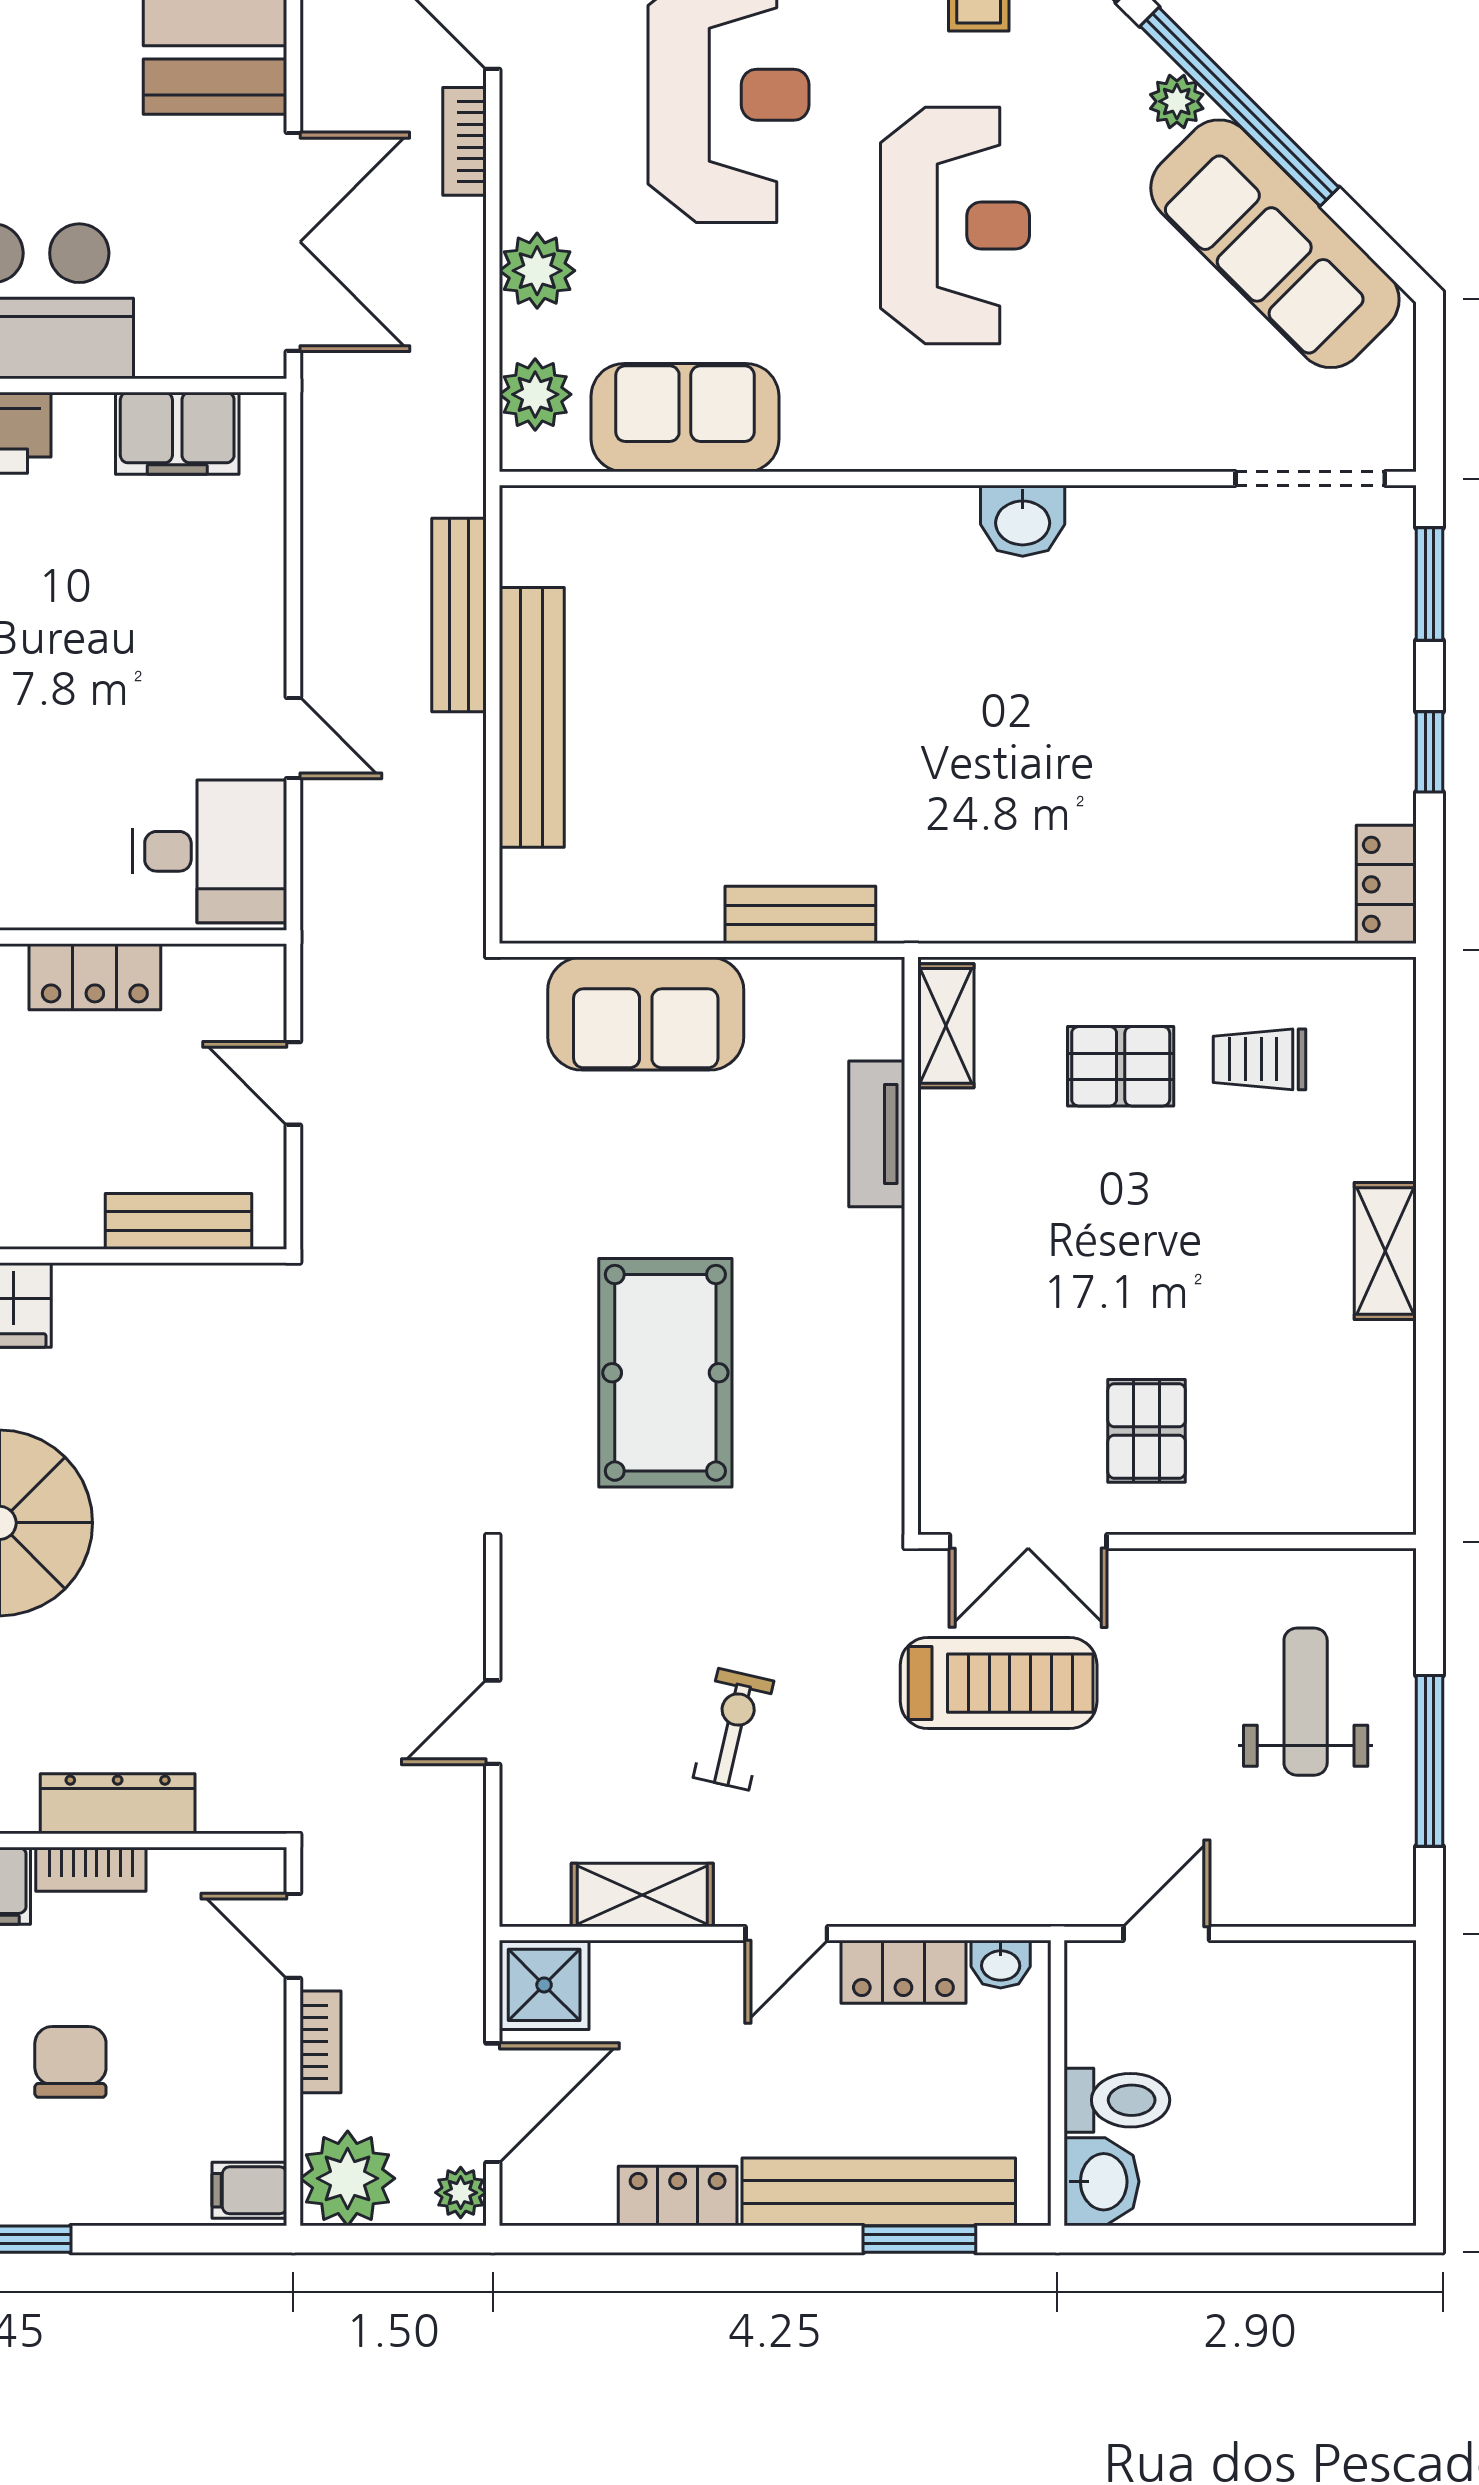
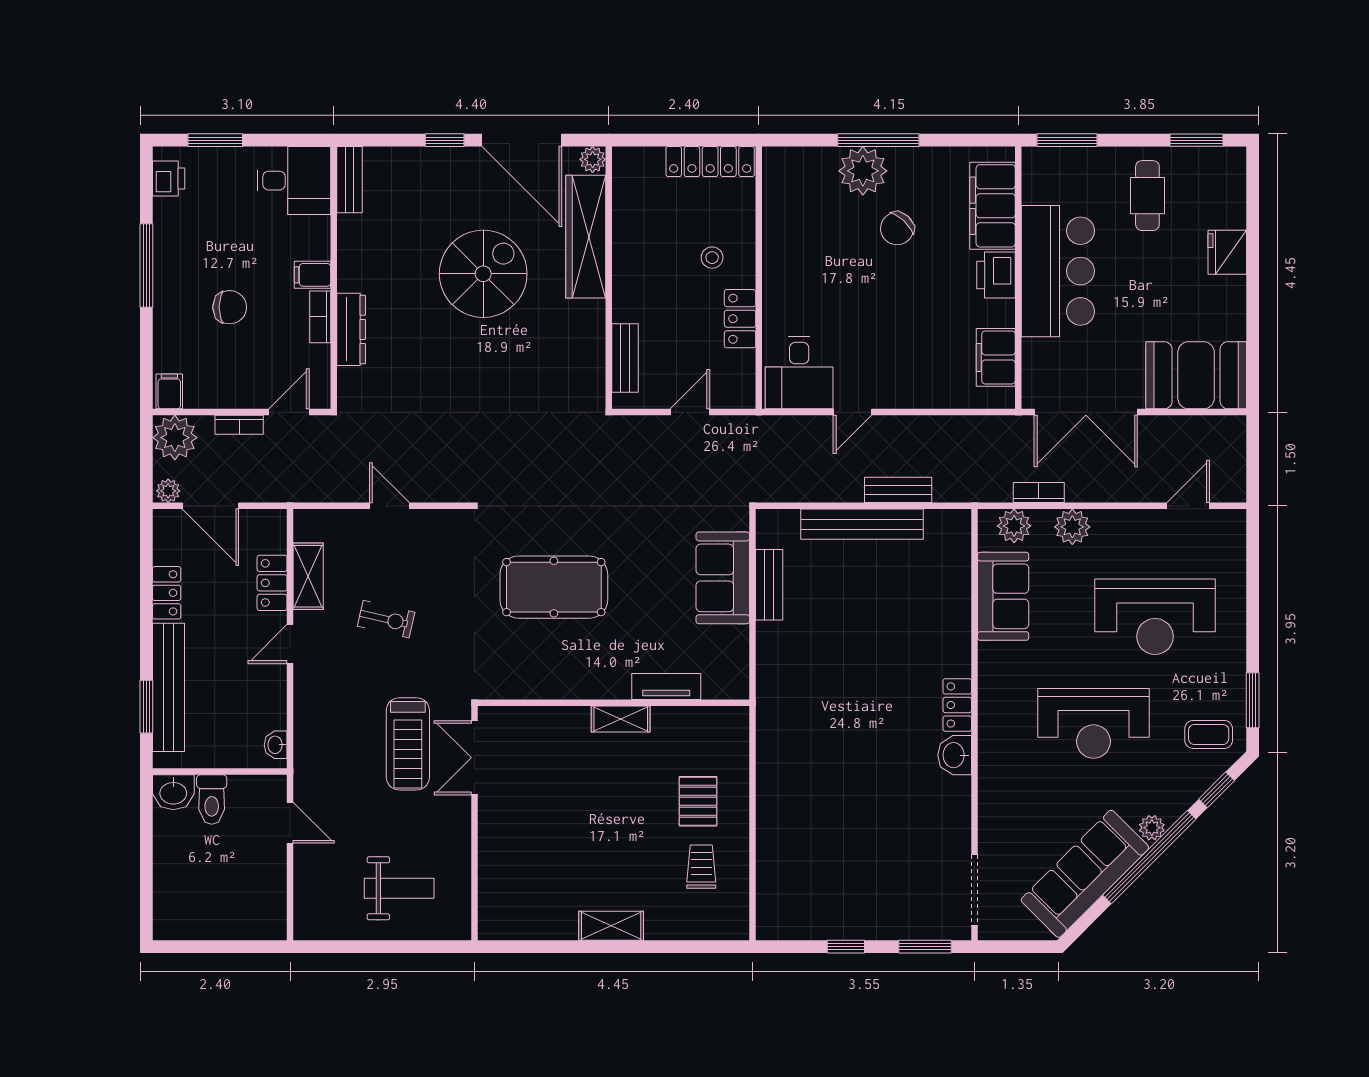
bookcase: (464, 141) -> (1039, 493), moved
bench: (459, 615) -> (898, 490), width x0.73
locker: (1386, 884) -> (957, 705), moved, turned -90
bench: (800, 915) -> (769, 585), moved
shelving: (946, 1026) -> (621, 719), moved
pallet: (1147, 1431) -> (526, 813), removed
window: (1429, 1761) -> (371, 947), removed
door: (786, 1934) -> (290, 644), hinge flipped
locker: (903, 1972) -> (272, 583), moved
shower: (544, 1985) -> (266, 530), removed

